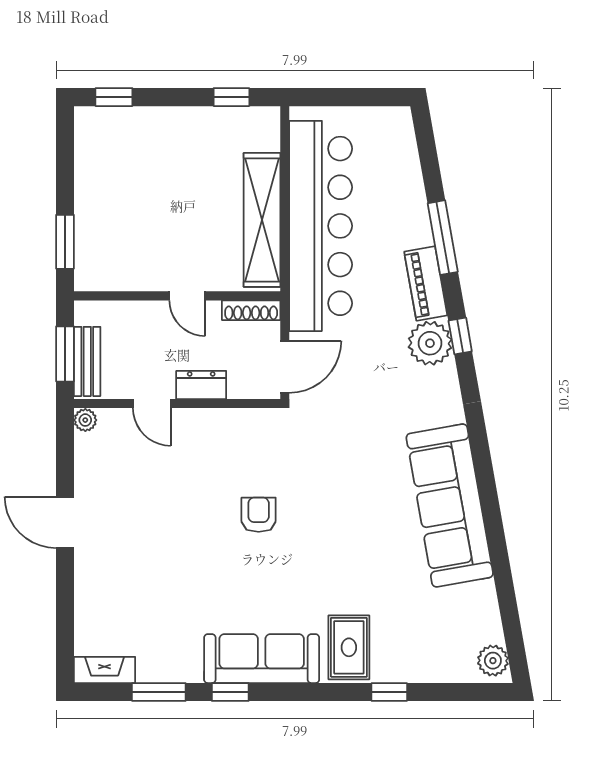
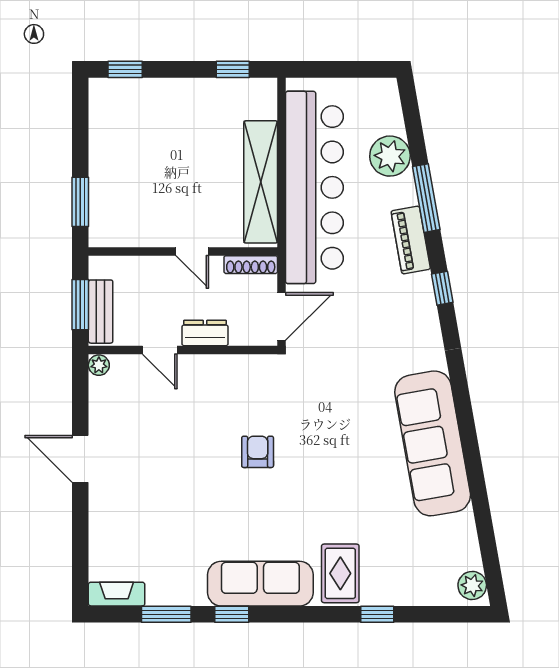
plant: (430, 343) -> (390, 156), moved

